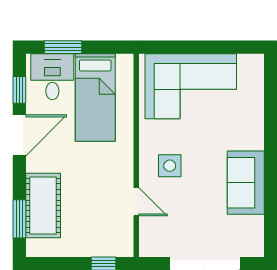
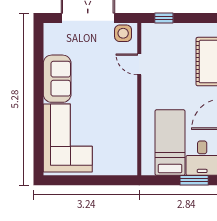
corner sofa: (191, 86) -> (68, 138), moved, turned 90
side table: (170, 166) -> (123, 33), moved

